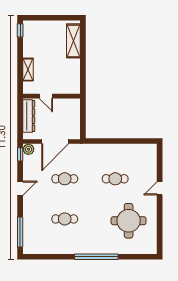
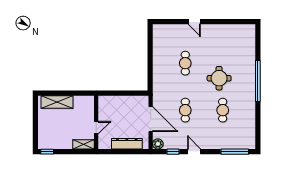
door: (46, 96) -> (96, 128), moved
wall: (52, 96) -> (96, 122), moved
window: (20, 154) -> (173, 152), moved
round table: (129, 221) -> (219, 78), moved, width x0.73, depth x0.73

